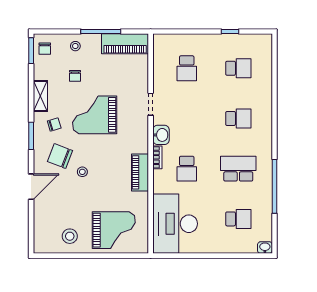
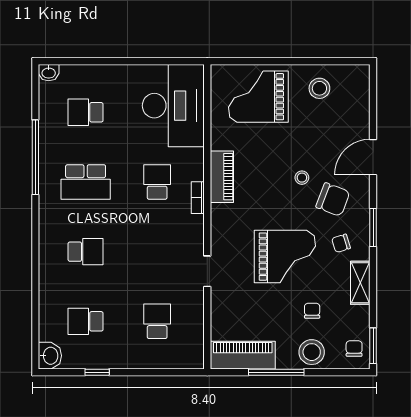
stool: (75, 46) -> (312, 352), width x1.89, depth x1.89
school desk: (238, 118) -> (86, 252), turned 180
washbasin: (161, 135) -> (50, 356), moved, turned 180

